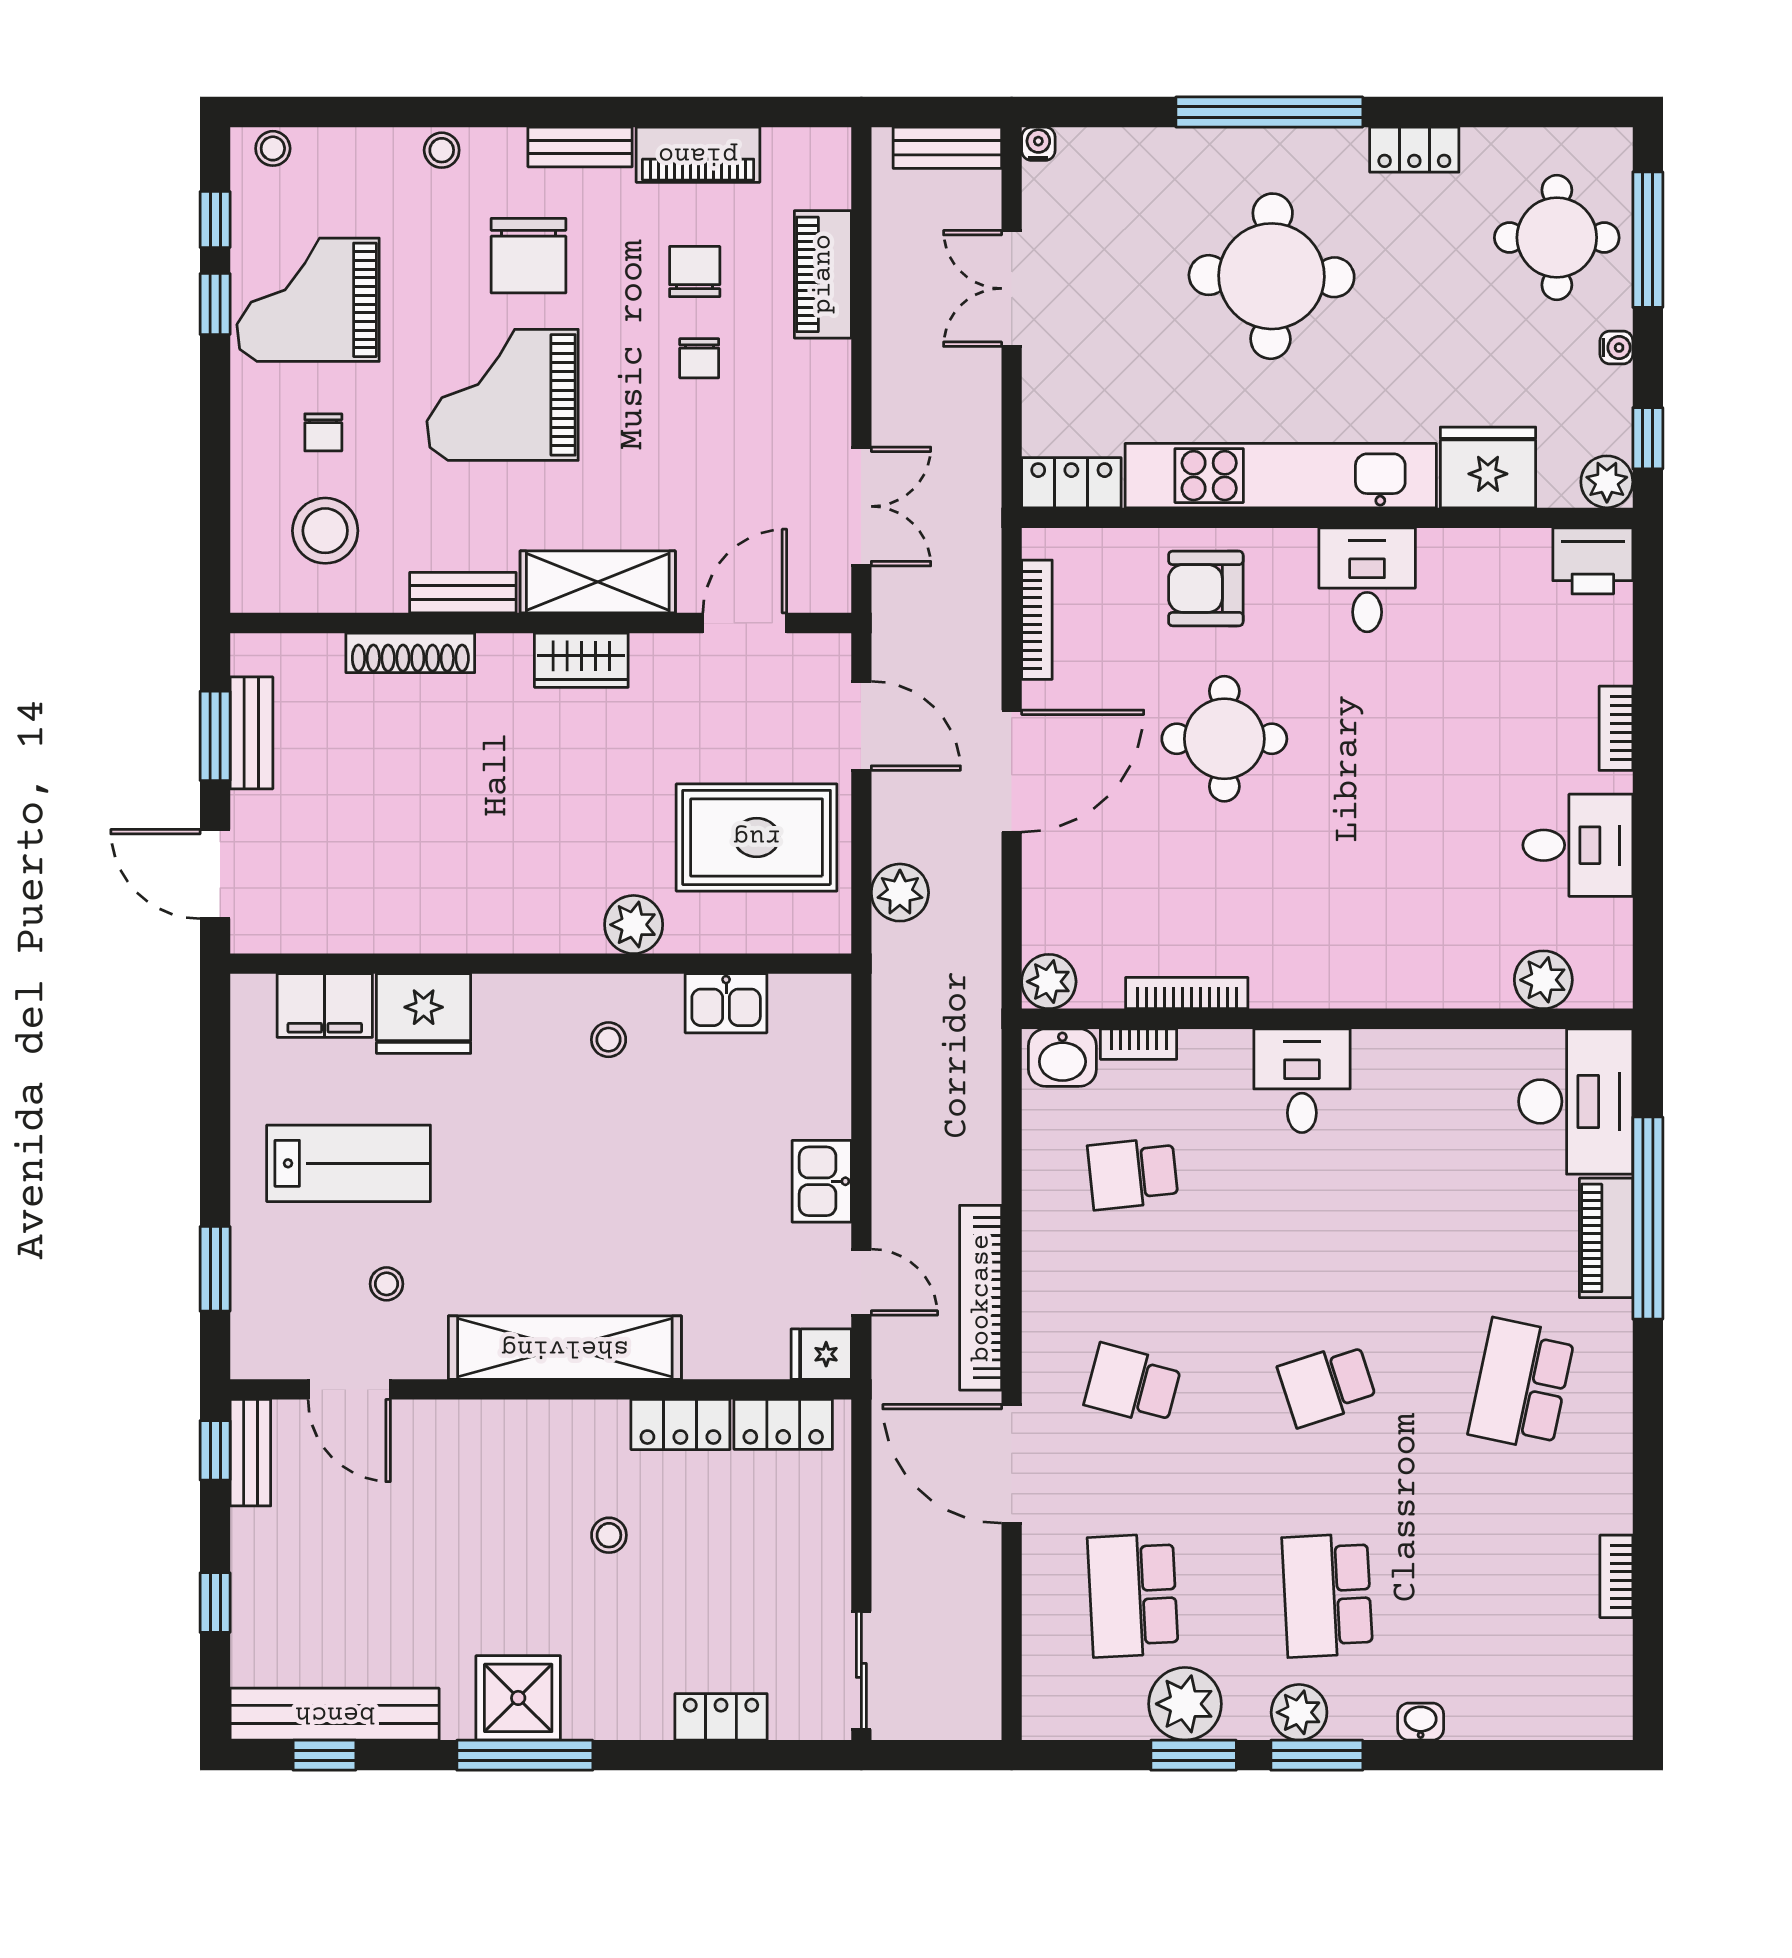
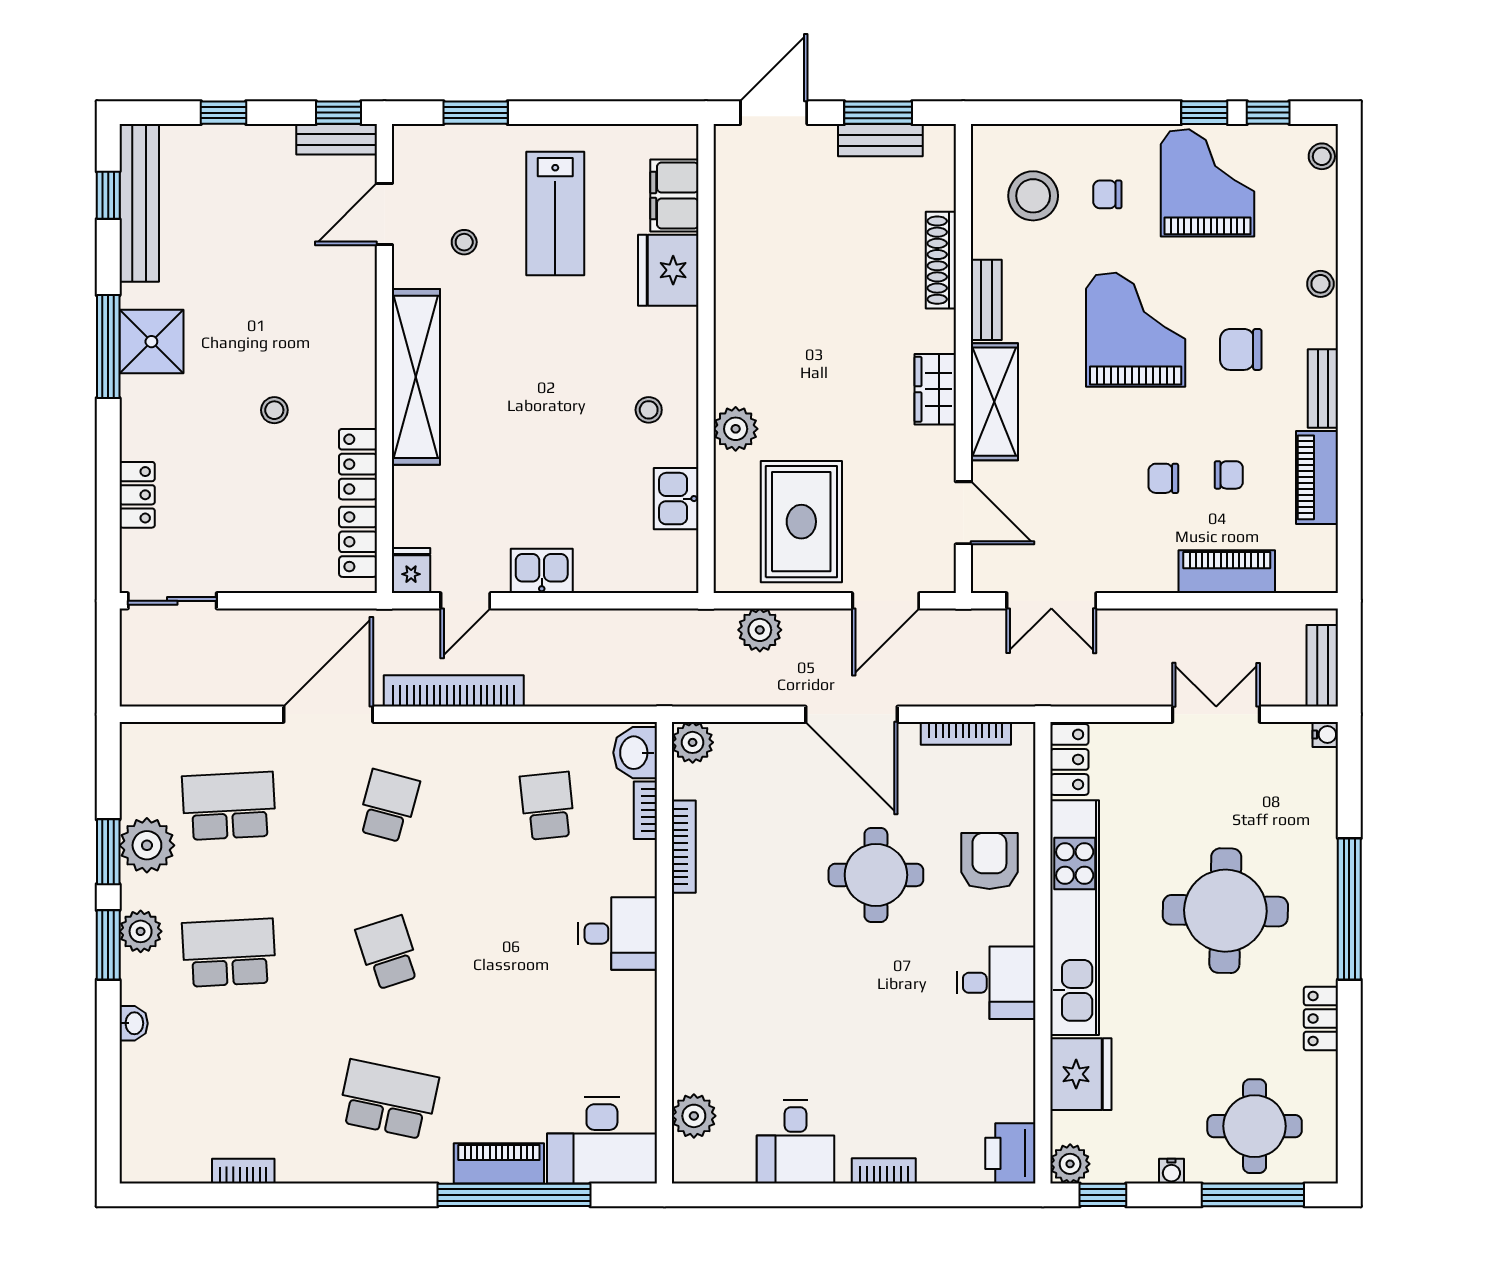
chair: (529, 256) -> (1241, 349), width x0.73, depth x0.73
chair: (695, 272) -> (1229, 475), width x0.73, depth x0.73

